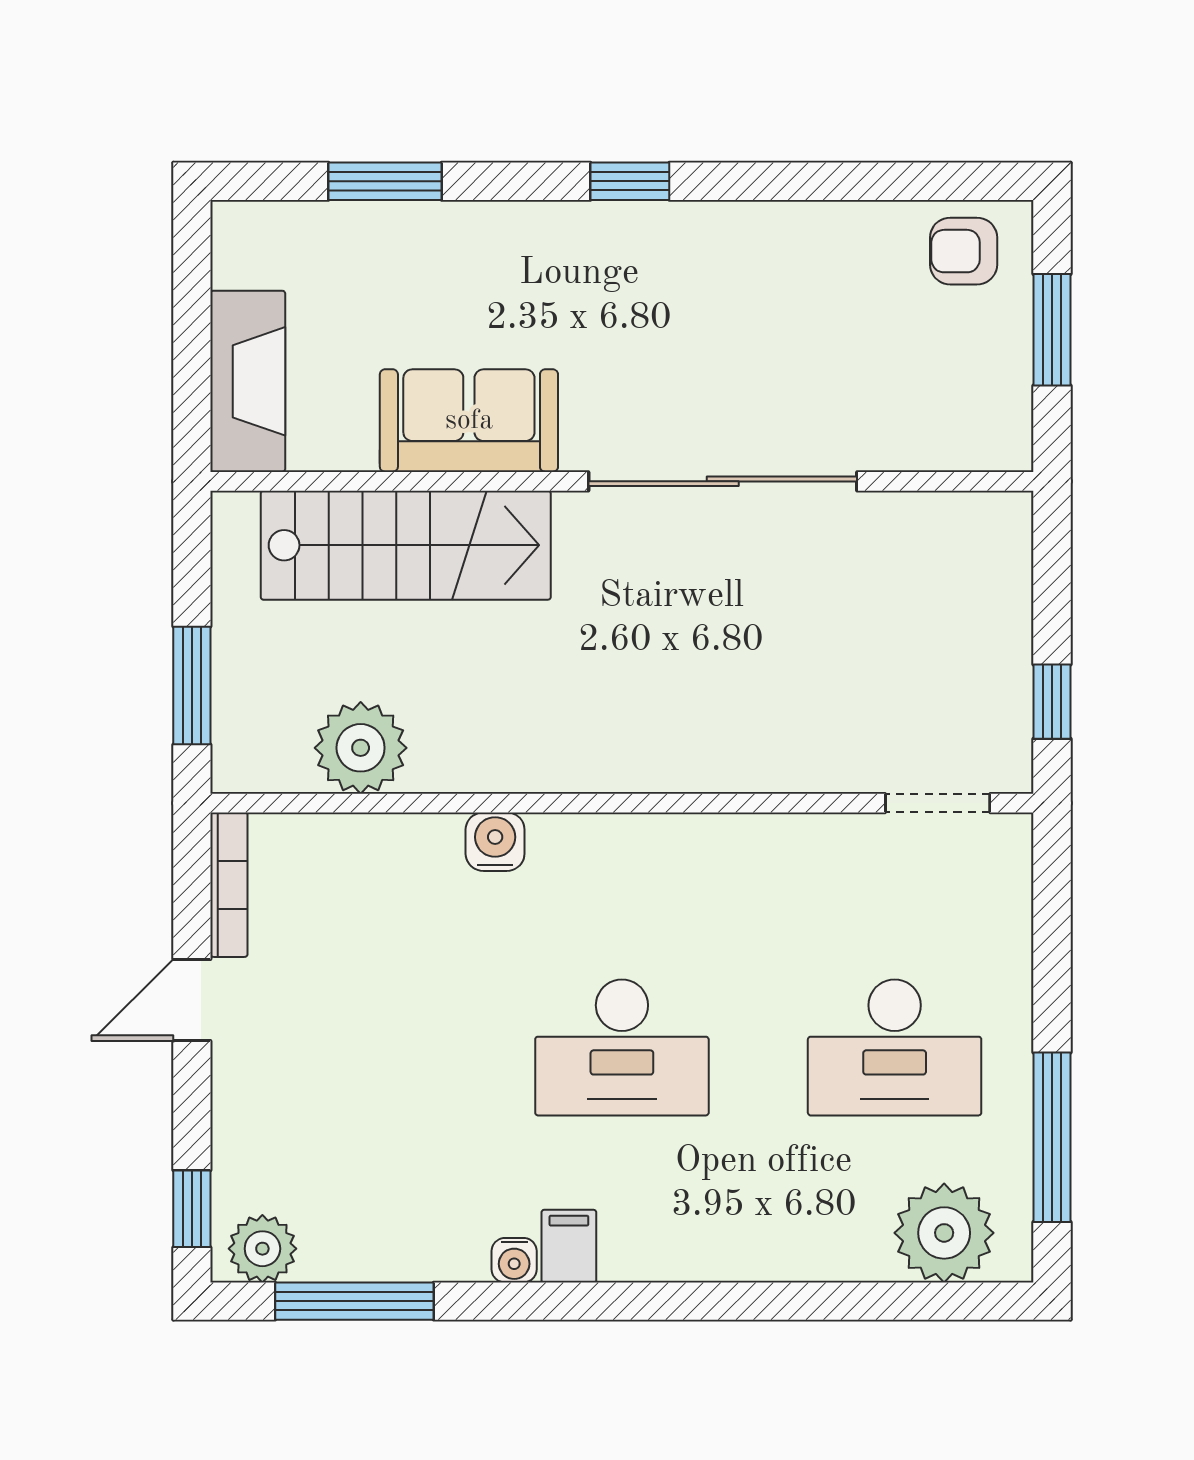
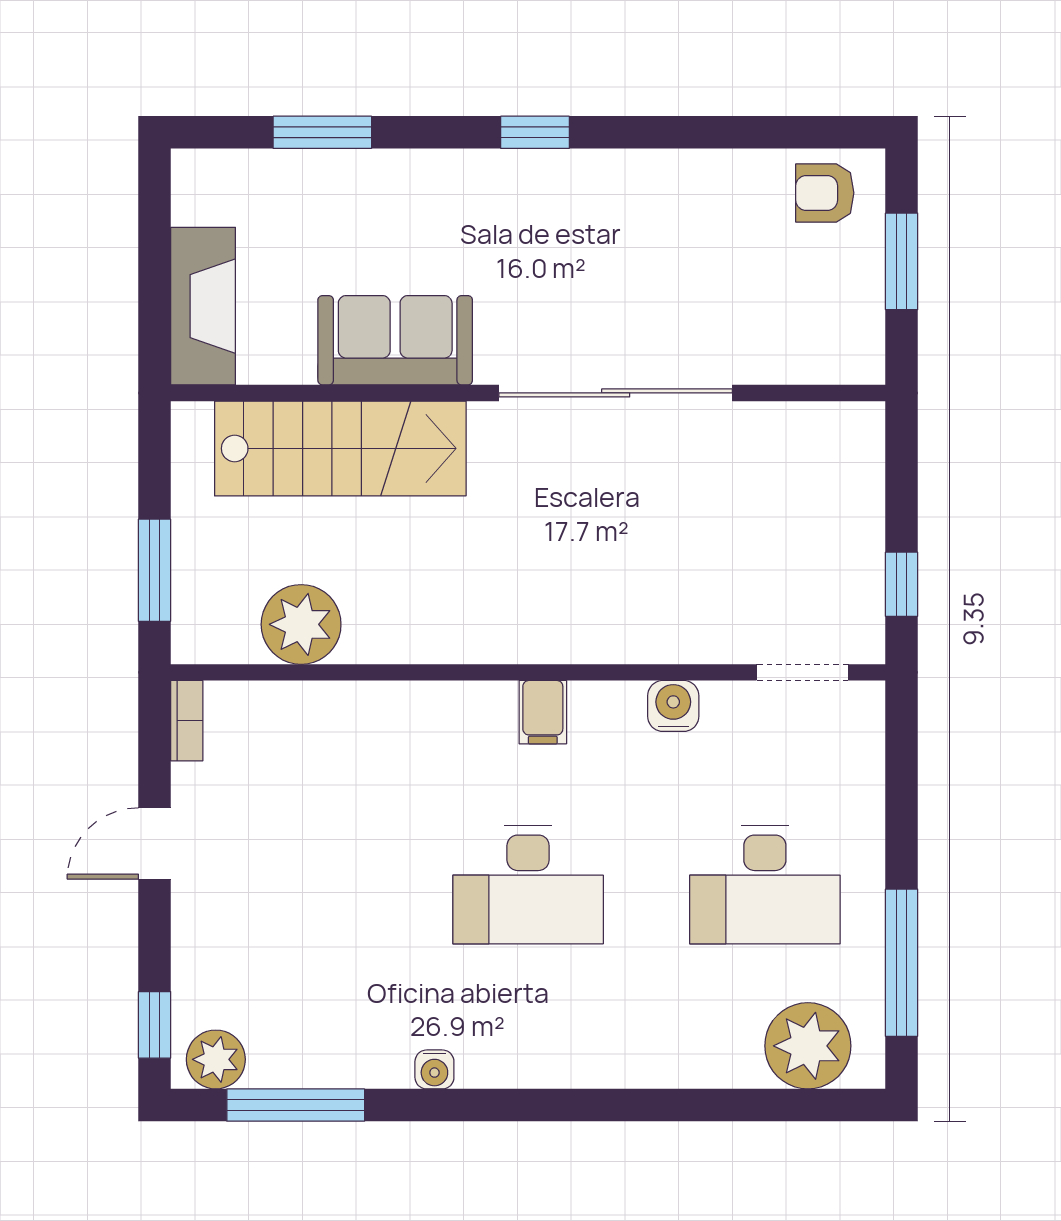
water cooler: (495, 842) -> (673, 706), moved
bookcase: (229, 885) -> (187, 721), width x0.64
filing cabinet: (569, 1246) -> (543, 712), moved, turned 180

